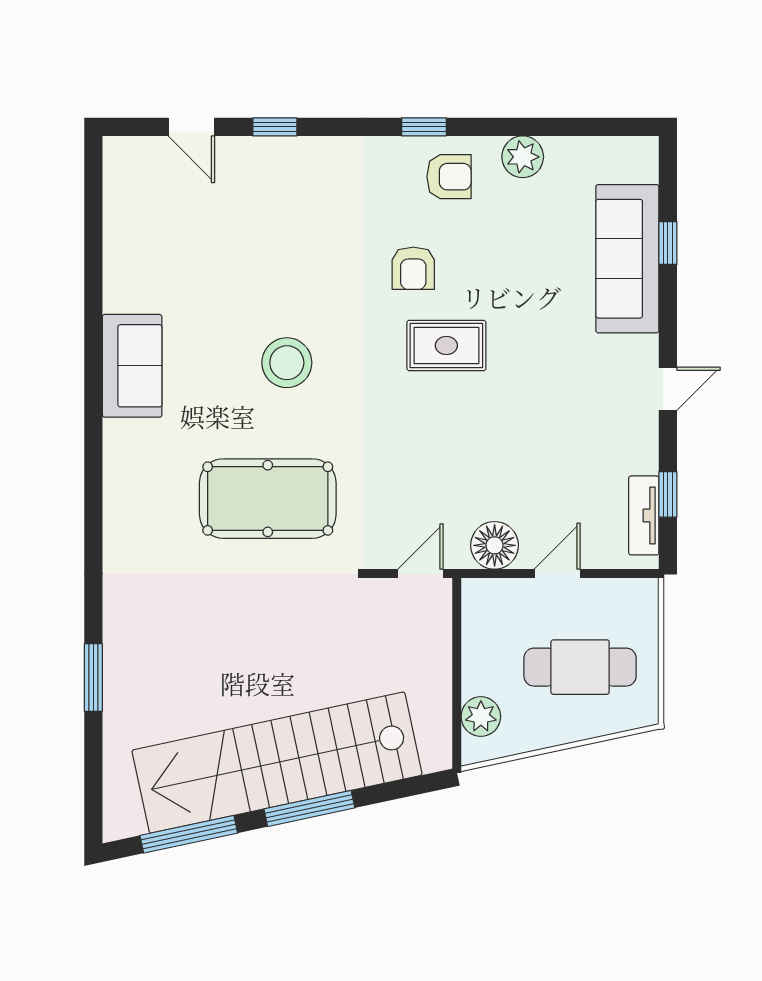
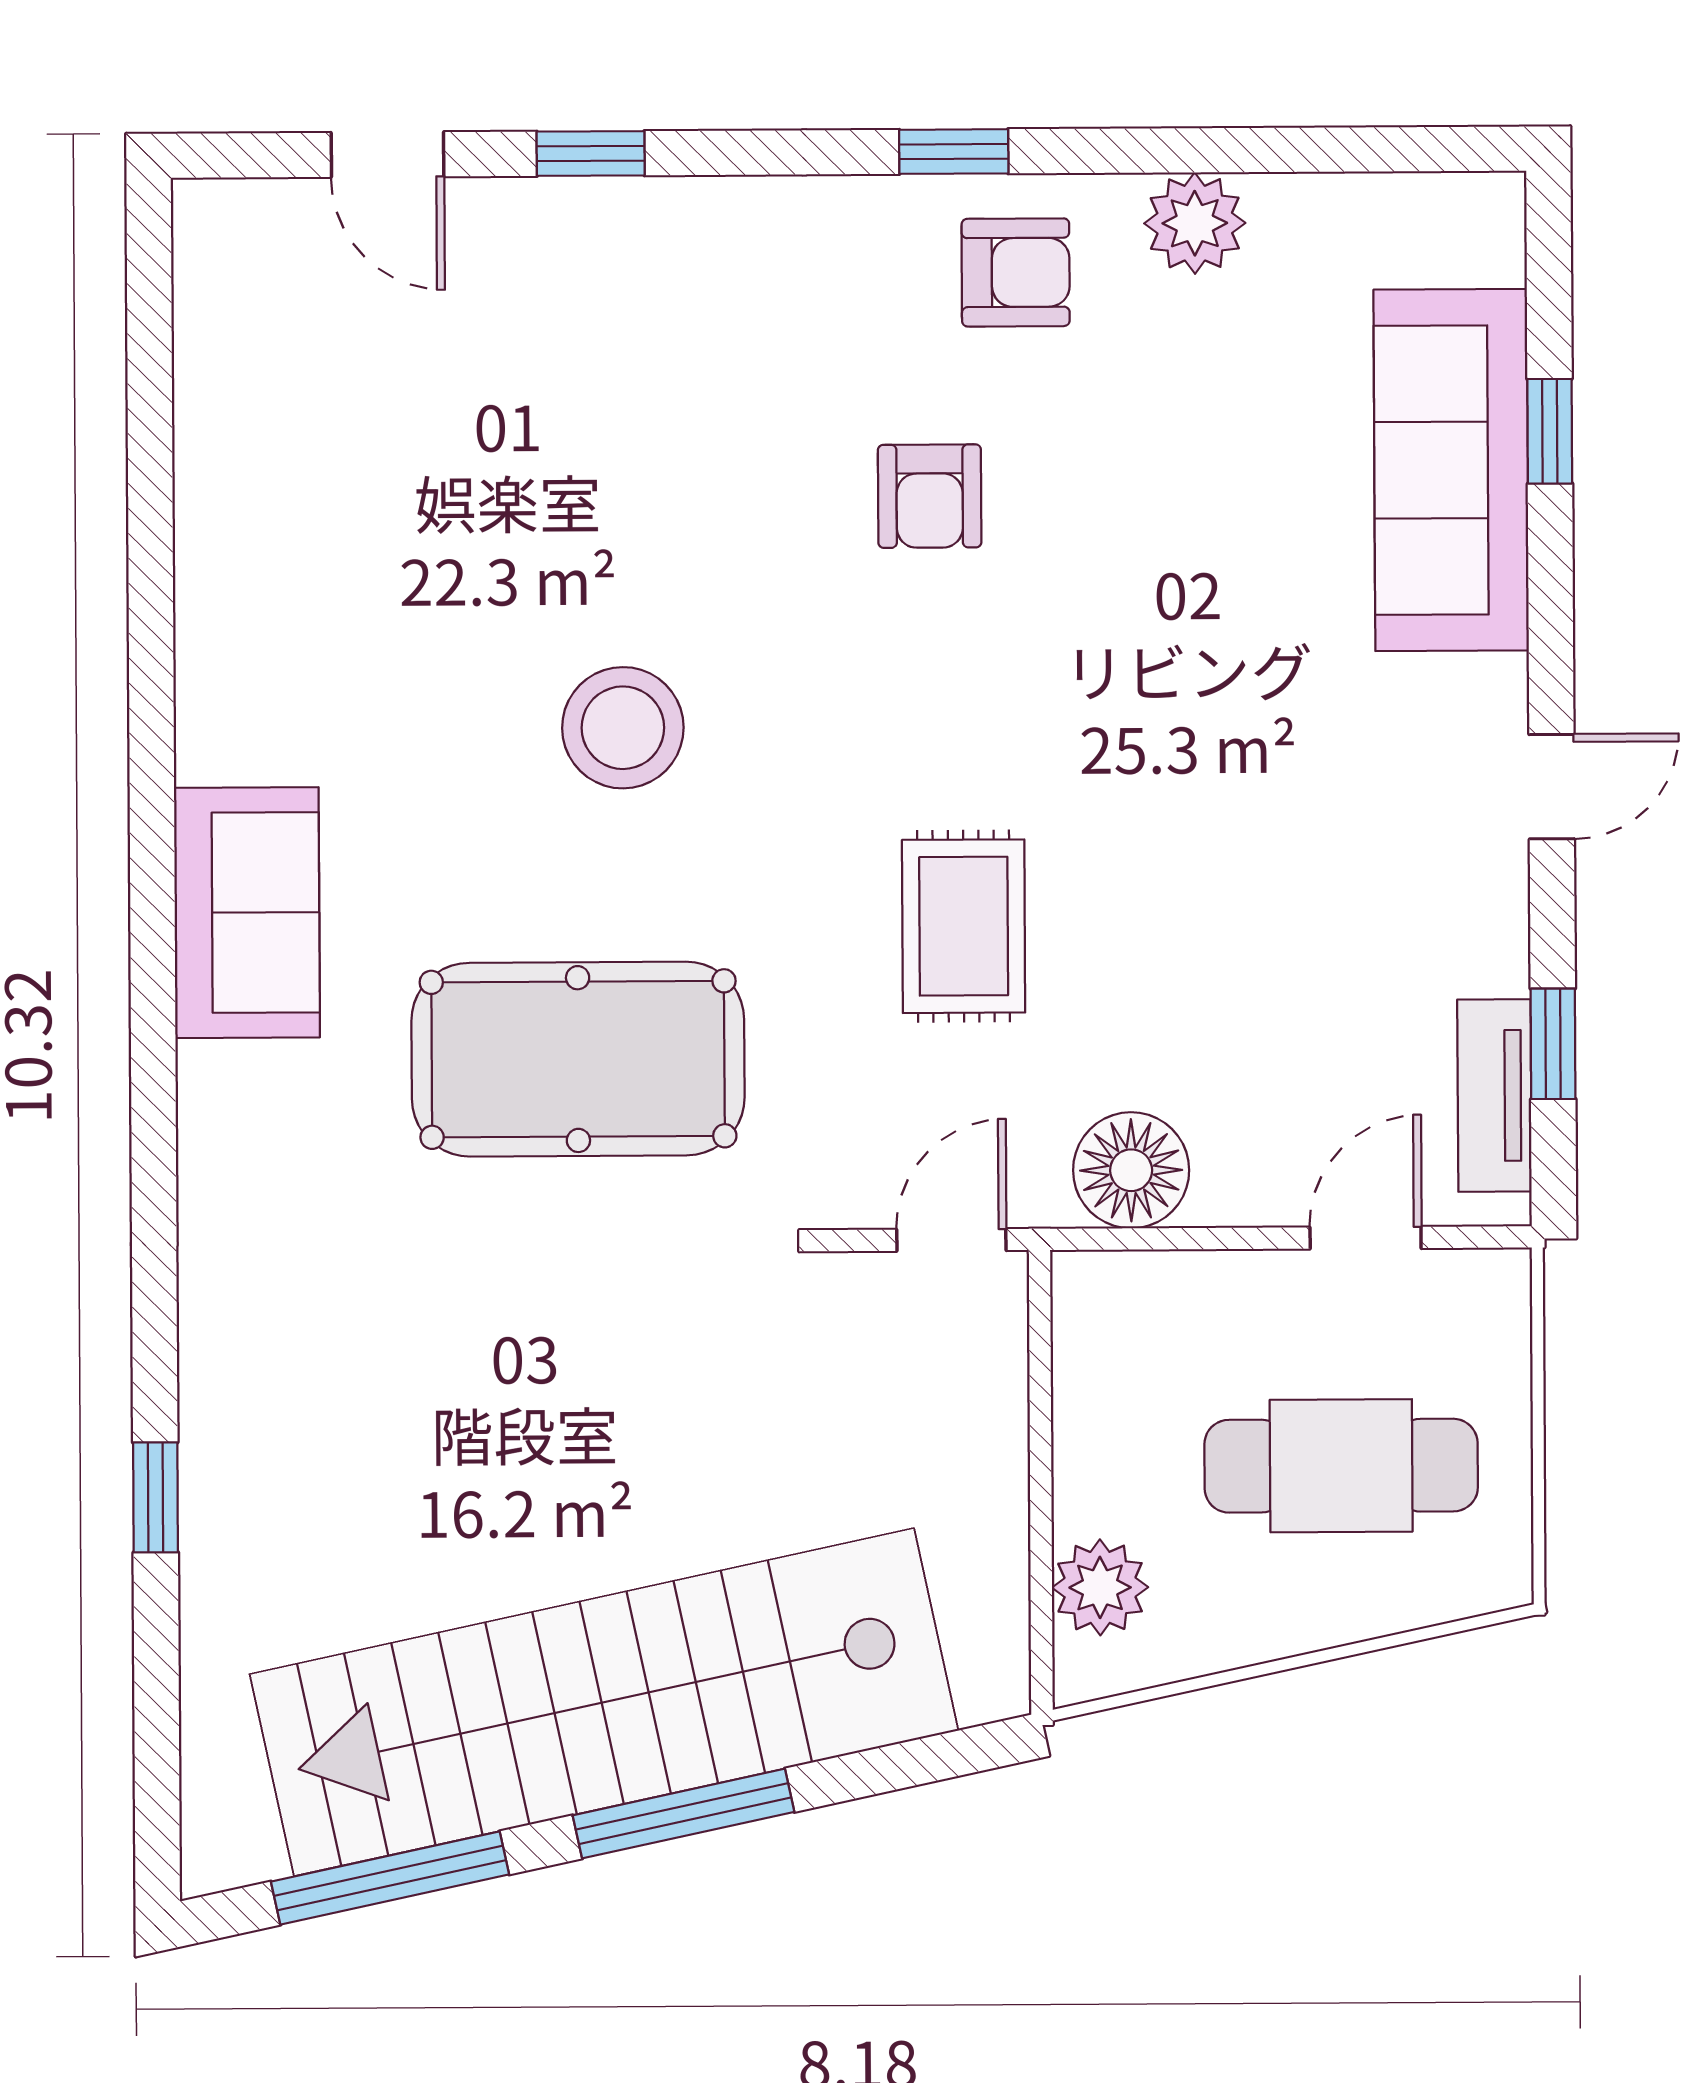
rug: (446, 346) -> (964, 926), moved, turned 90
sofa: (132, 366) -> (247, 913), moved
door: (557, 574) -> (1366, 1238), moved
window: (93, 678) -> (156, 1497), width x0.67

